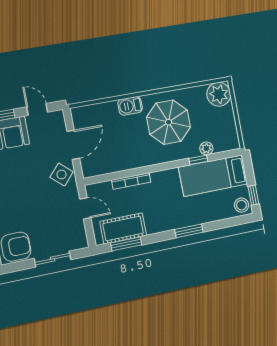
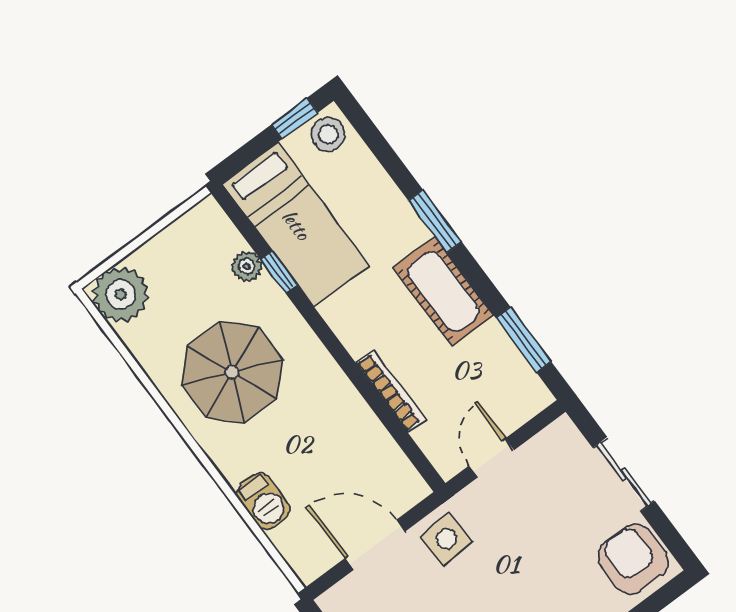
barbecue: (130, 106) -> (263, 501), moved
side table: (62, 174) -> (446, 539), turned 45
cot: (123, 228) -> (443, 291), moved

